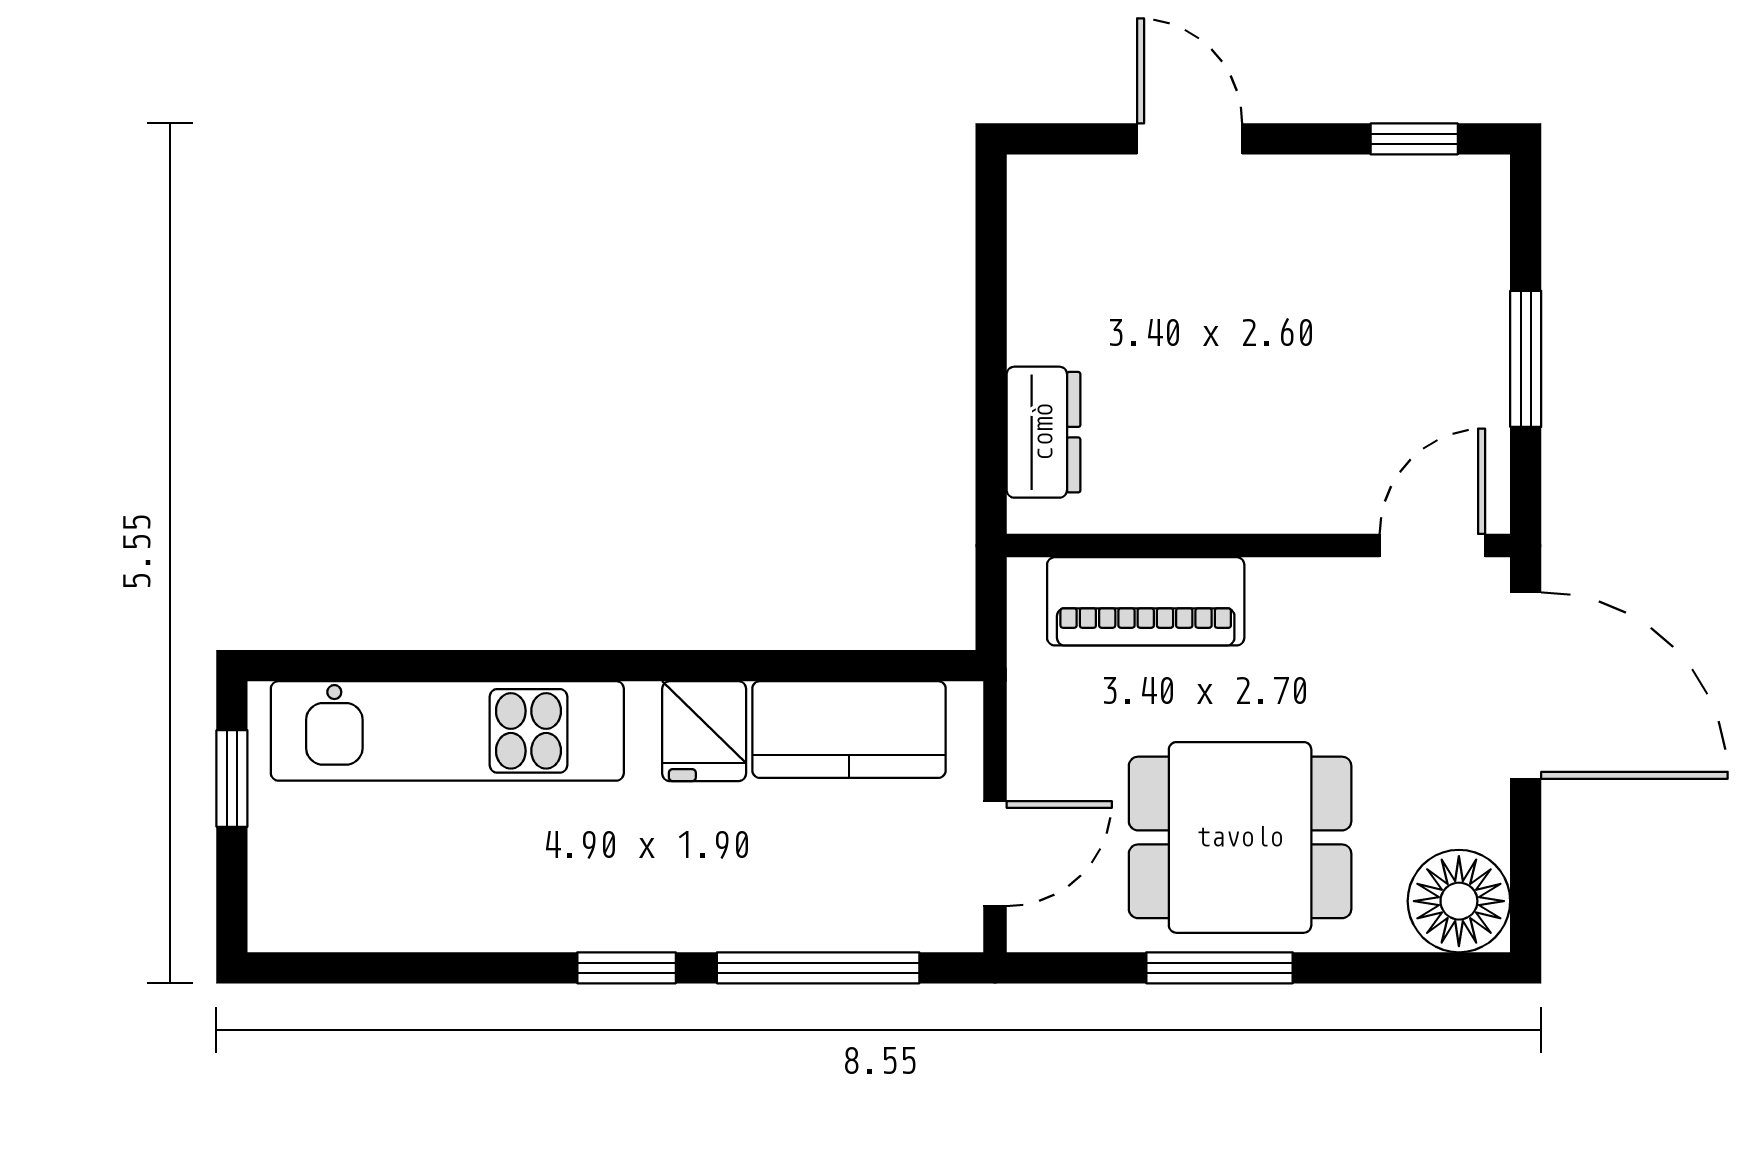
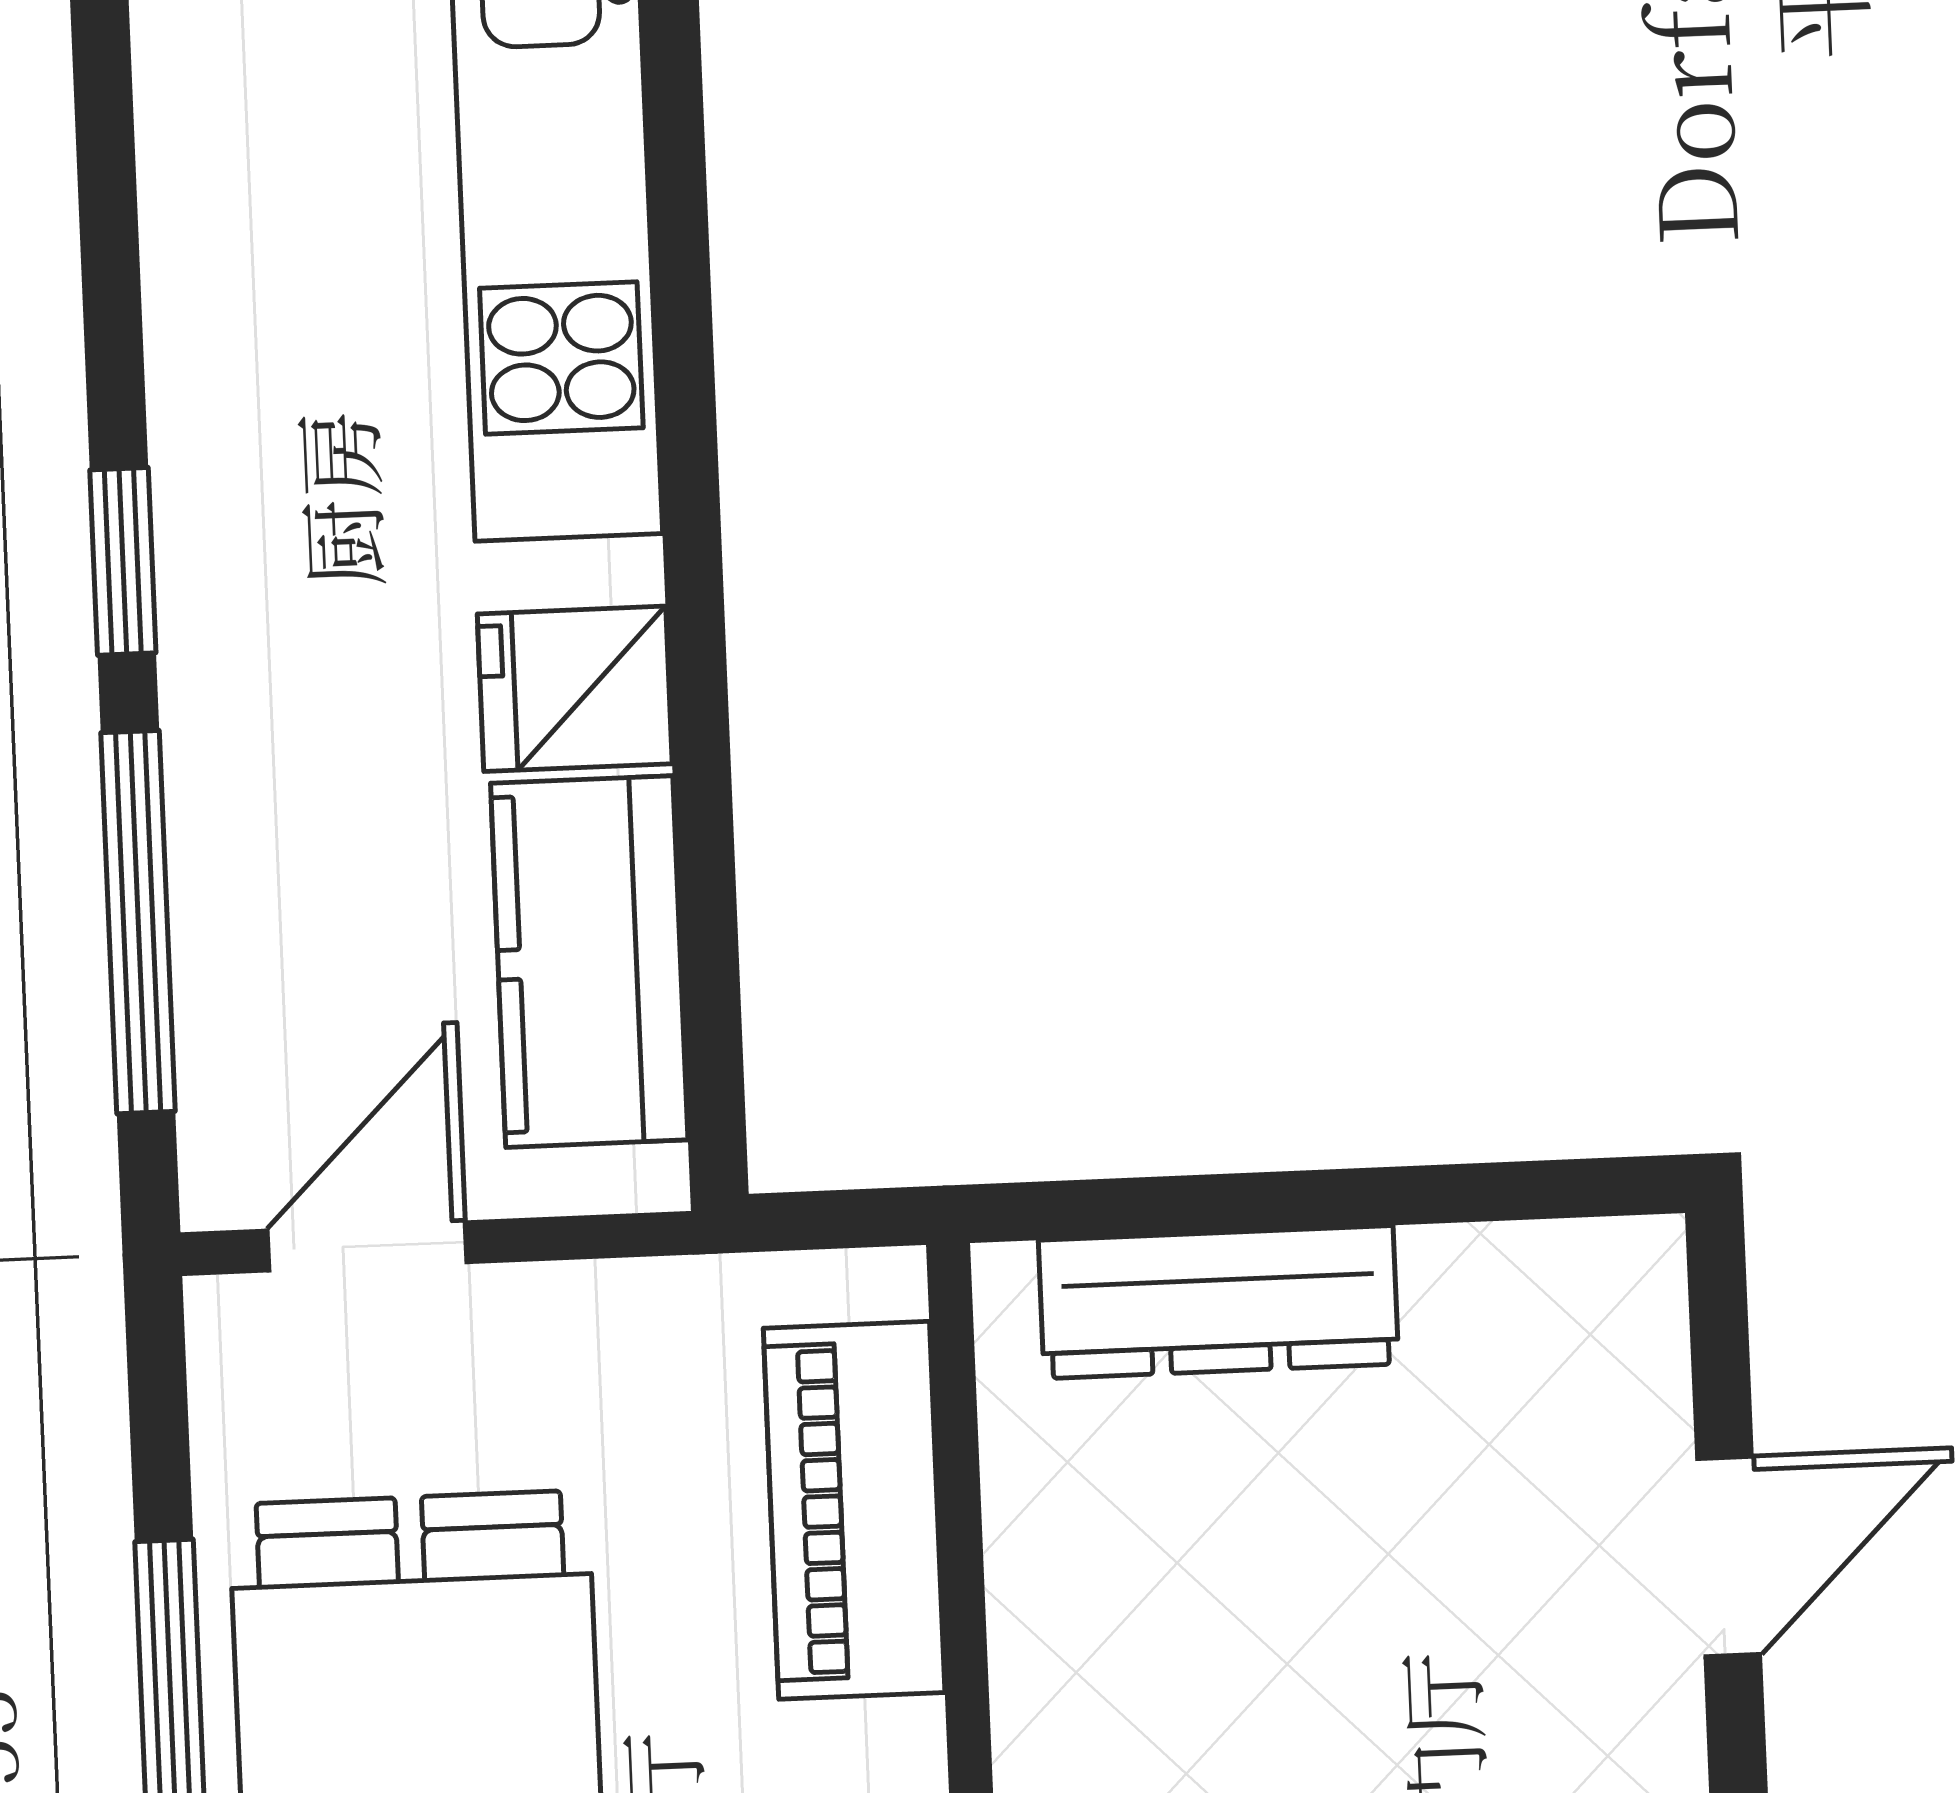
dresser: (1043, 432) -> (1219, 1302), width x1.44
door: (995, 854) -> (367, 1246), swing flipped

